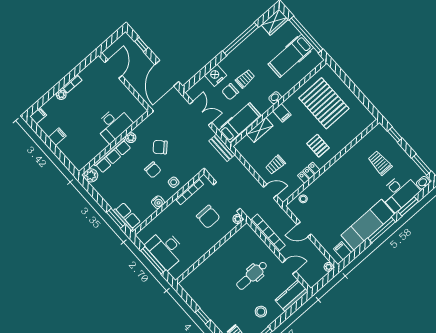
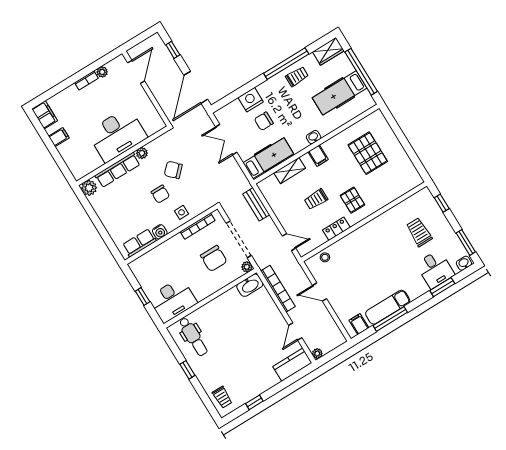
trolley: (245, 79) -> (297, 76), moved
plant: (61, 95) -> (102, 72), moved
pallet: (324, 103) -> (368, 153), width x0.73, depth x0.71
double door: (201, 113) -> (226, 140), swing flipped
filing cabinet: (38, 116) -> (45, 115), width x2.00
desk: (114, 125) -> (117, 135), width x1.36, depth x1.30
bench: (222, 148) -> (256, 204), moved
trolley: (275, 165) -> (316, 199), moved
desk: (399, 192) -> (435, 269), width x0.73
row of seats: (127, 216) -> (139, 243), moved, turned -90
window: (116, 218) -> (109, 242), removed
exam couch: (368, 225) -> (388, 307), width x0.73, depth x0.69
window: (382, 230) -> (390, 319), moved
washbasin: (243, 234) -> (250, 285), added
desk: (166, 249) -> (173, 300), moved, turned -90
window: (153, 260) -> (143, 297), width x0.46
door: (289, 267) -> (295, 332), swing flipped
plant: (329, 267) -> (317, 354), moved
dental chair: (252, 275) -> (193, 337), moved, turned -90
stool: (261, 312) -> (254, 377), removed

